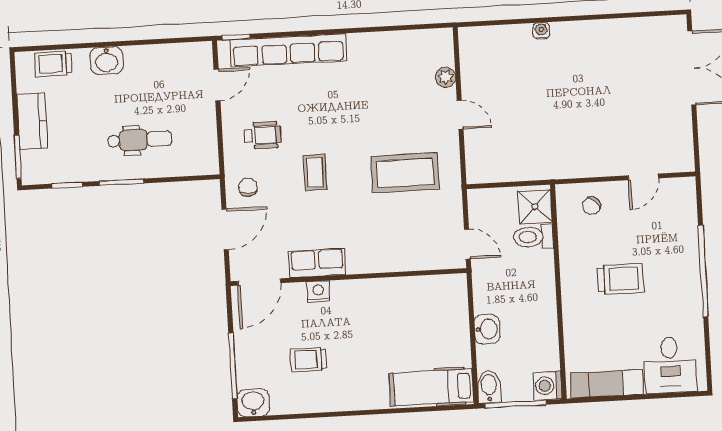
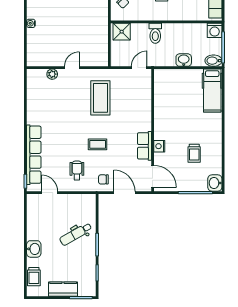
dental chair: (140, 140) -> (76, 234), turned -120
toilet: (533, 237) -> (155, 33), moved

